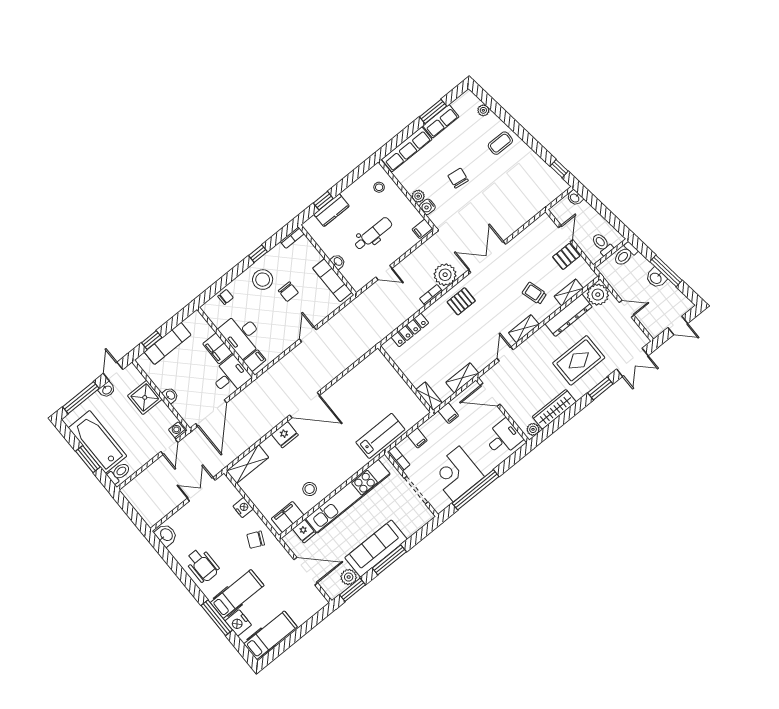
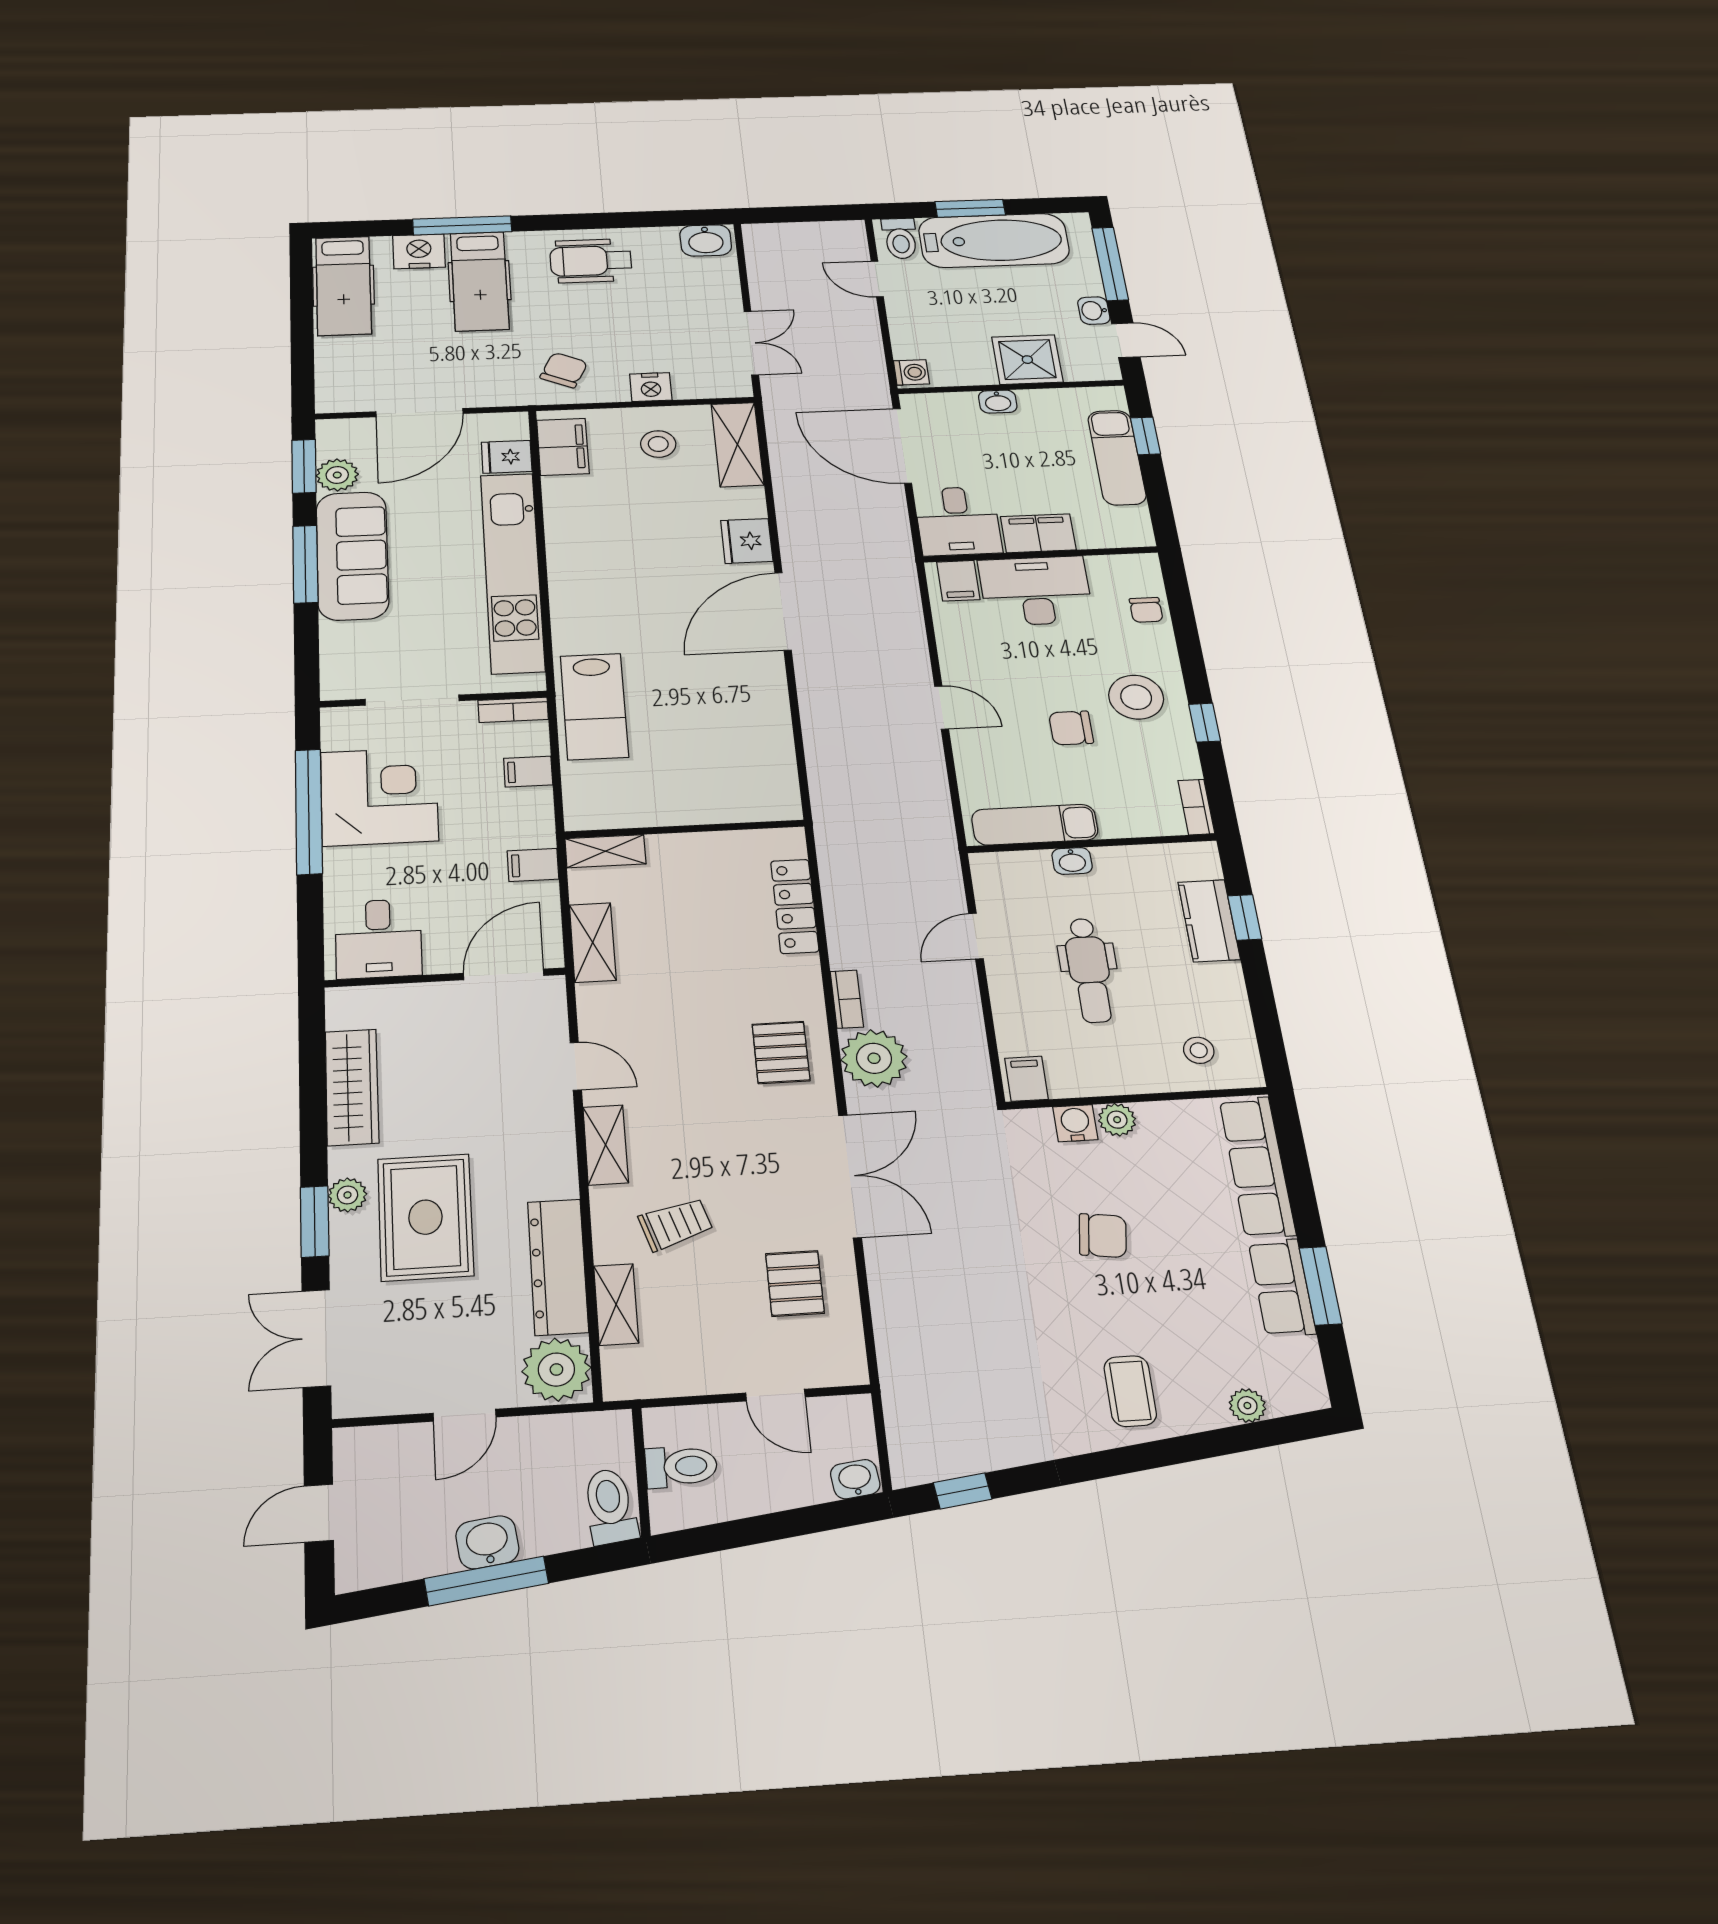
pallet: (566, 256) -> (795, 1283), moved
plant: (533, 429) -> (347, 1195), moved
door: (169, 447) -> (877, 279), moved
stool: (310, 489) -> (658, 444), moved

